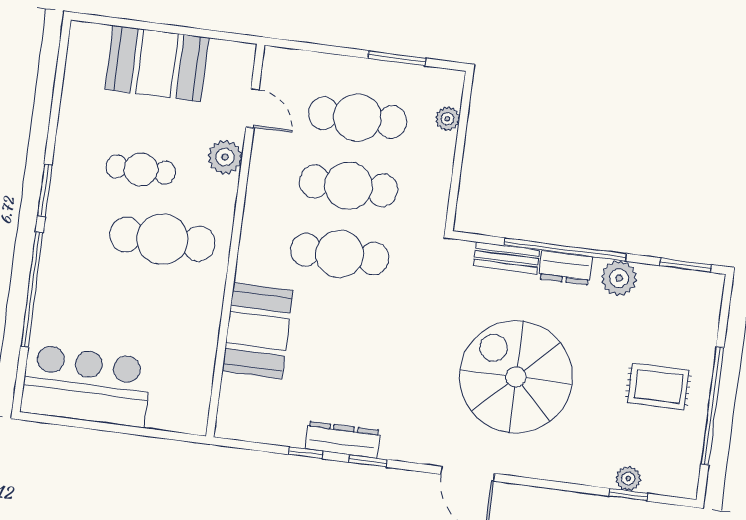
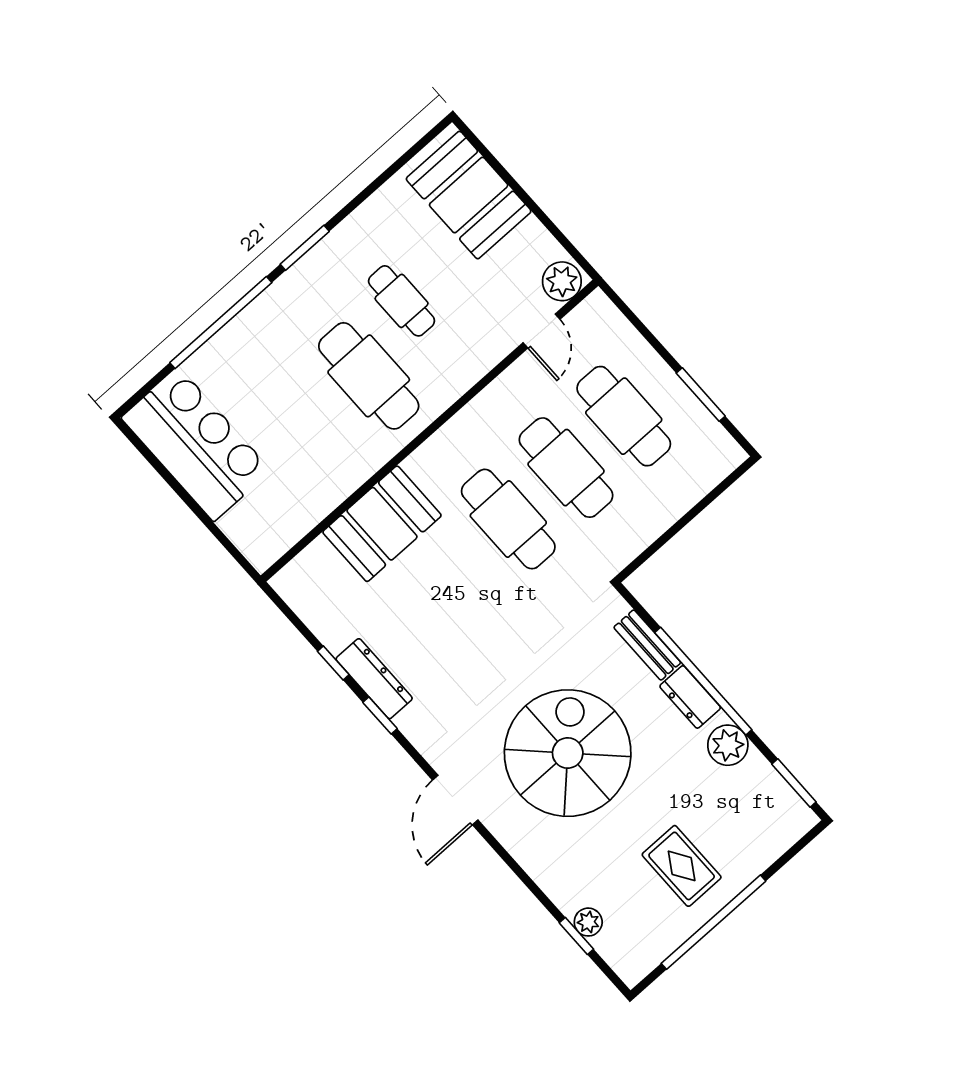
booth: (157, 64) -> (469, 195), moved
plant: (447, 119) -> (699, 483), removed
plant: (225, 157) -> (562, 281), moved

